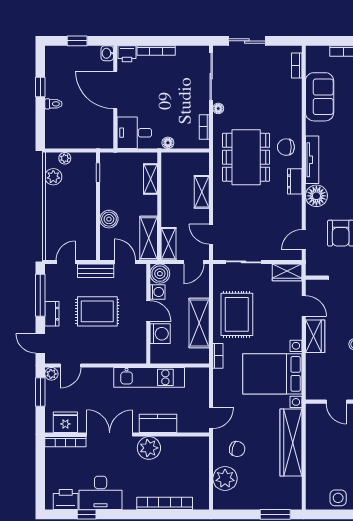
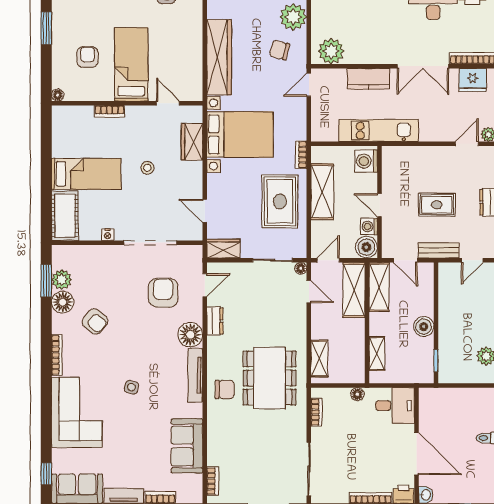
floor lamp: (218, 108) -> (301, 268), moved
plant: (65, 158) -> (473, 377), removed
dresser: (295, 181) -> (215, 321), moved
shelving: (202, 192) -> (319, 359), moved
boiler: (109, 219) -> (424, 327), moved
shelving: (168, 244) -> (354, 290), width x1.50, depth x1.33
rug: (97, 311) -> (437, 205), width x0.73, depth x0.70
washing machine: (160, 334) -> (366, 161), moved
wardrobe: (315, 336) -> (192, 142), moved
plant: (149, 448) -> (331, 51), moved

